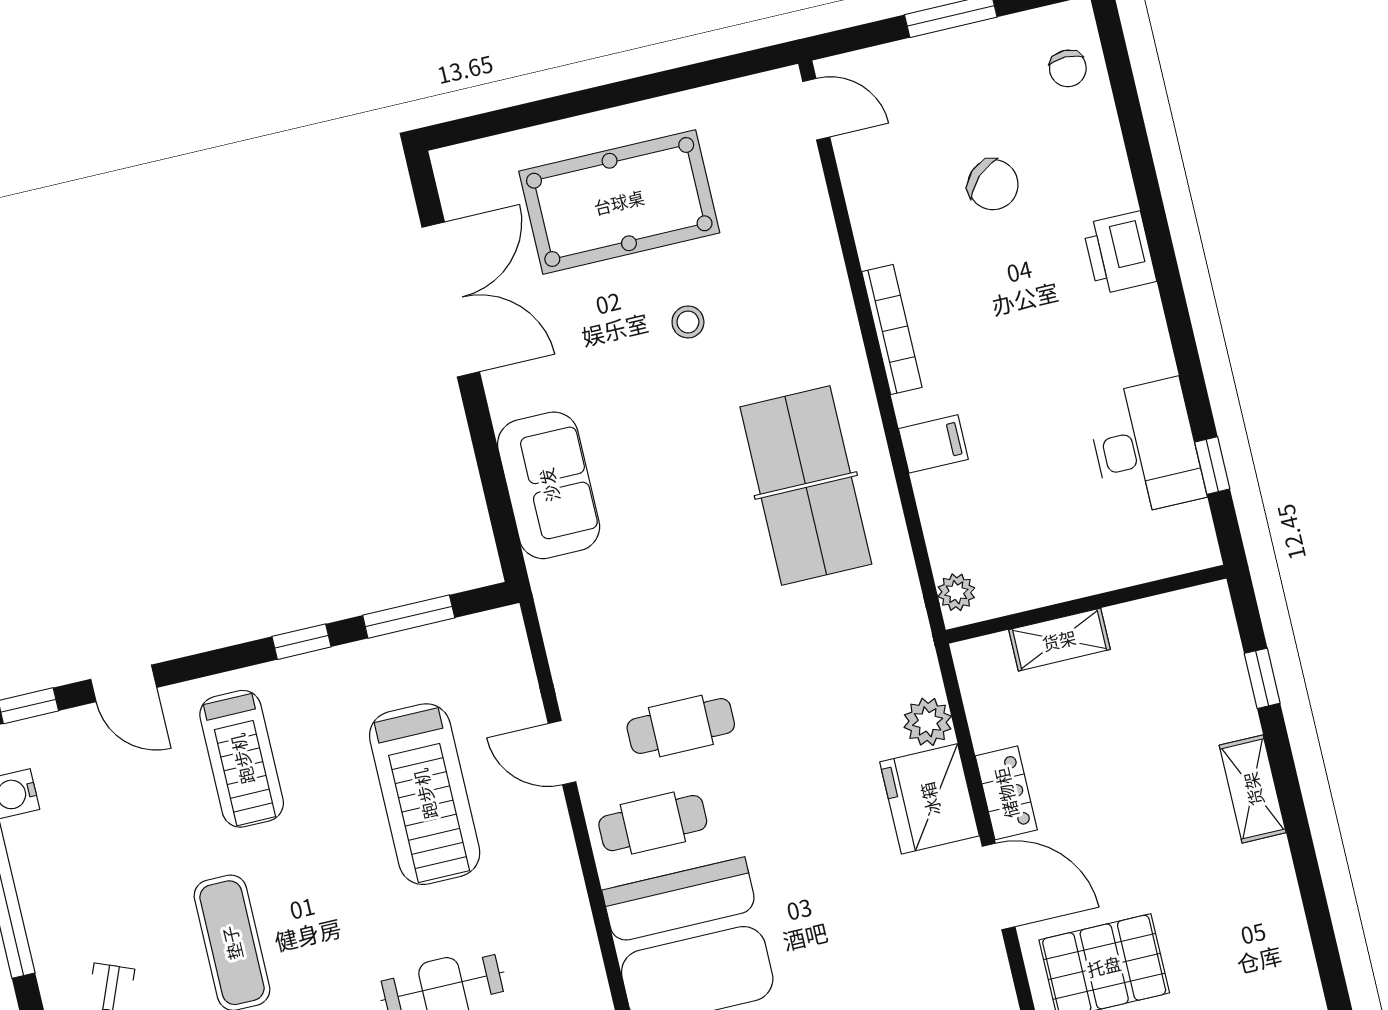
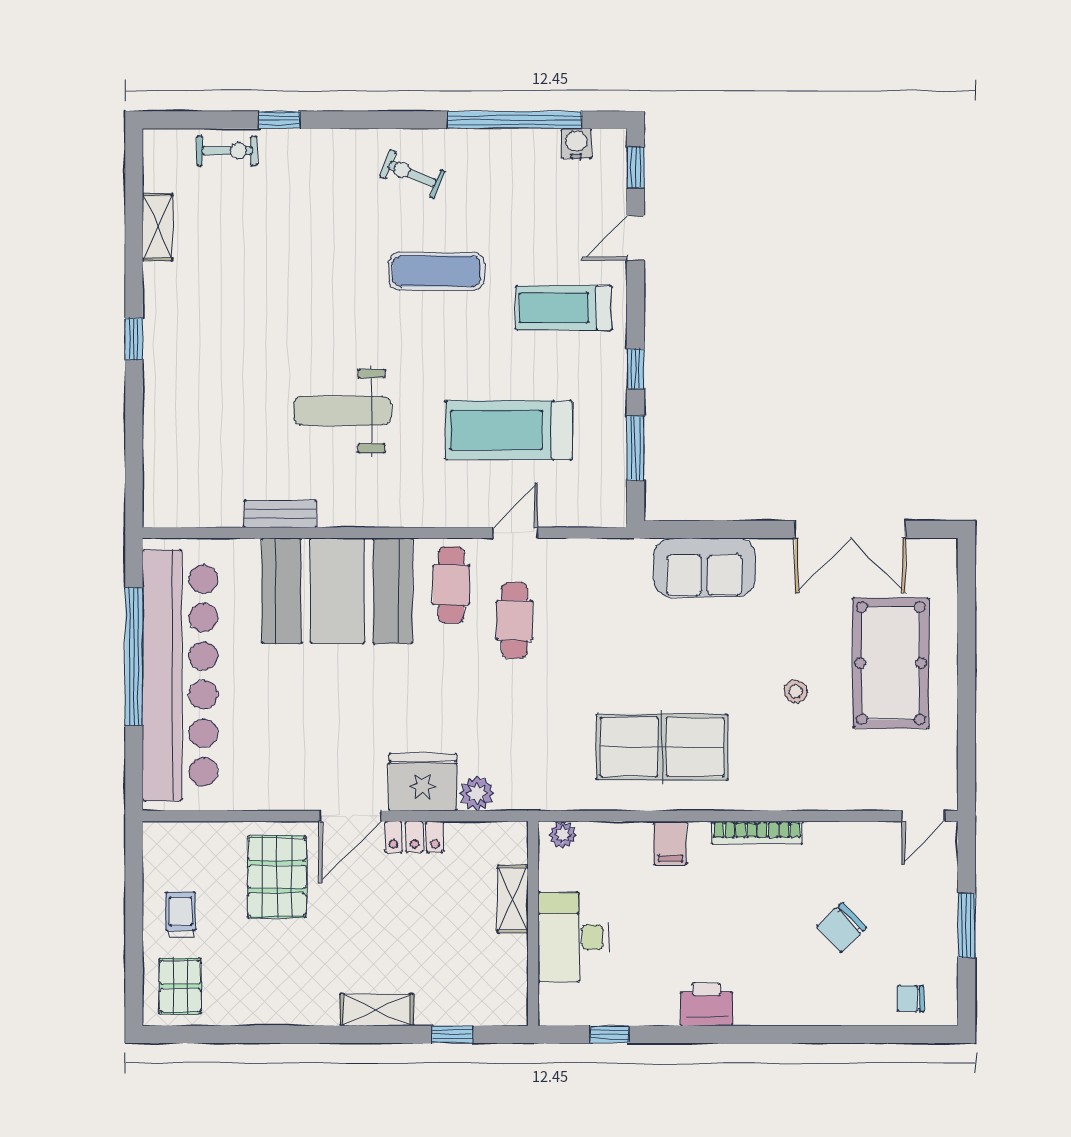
printer: (1119, 253) -> (706, 1004), moved
desk: (1146, 448) -> (573, 937), moved, turned 90

